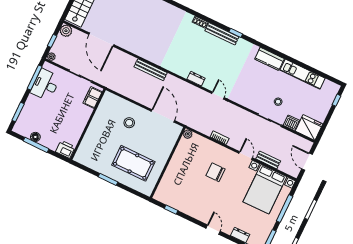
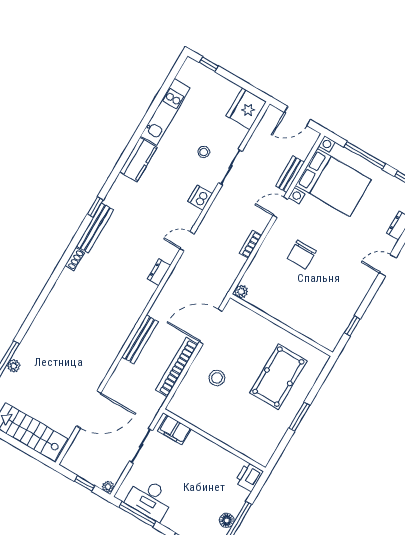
plant: (66, 31) -> (71, 461), removed
bookcase: (134, 96) -> (177, 367), added
dishwasher: (291, 123) -> (200, 198), moved

